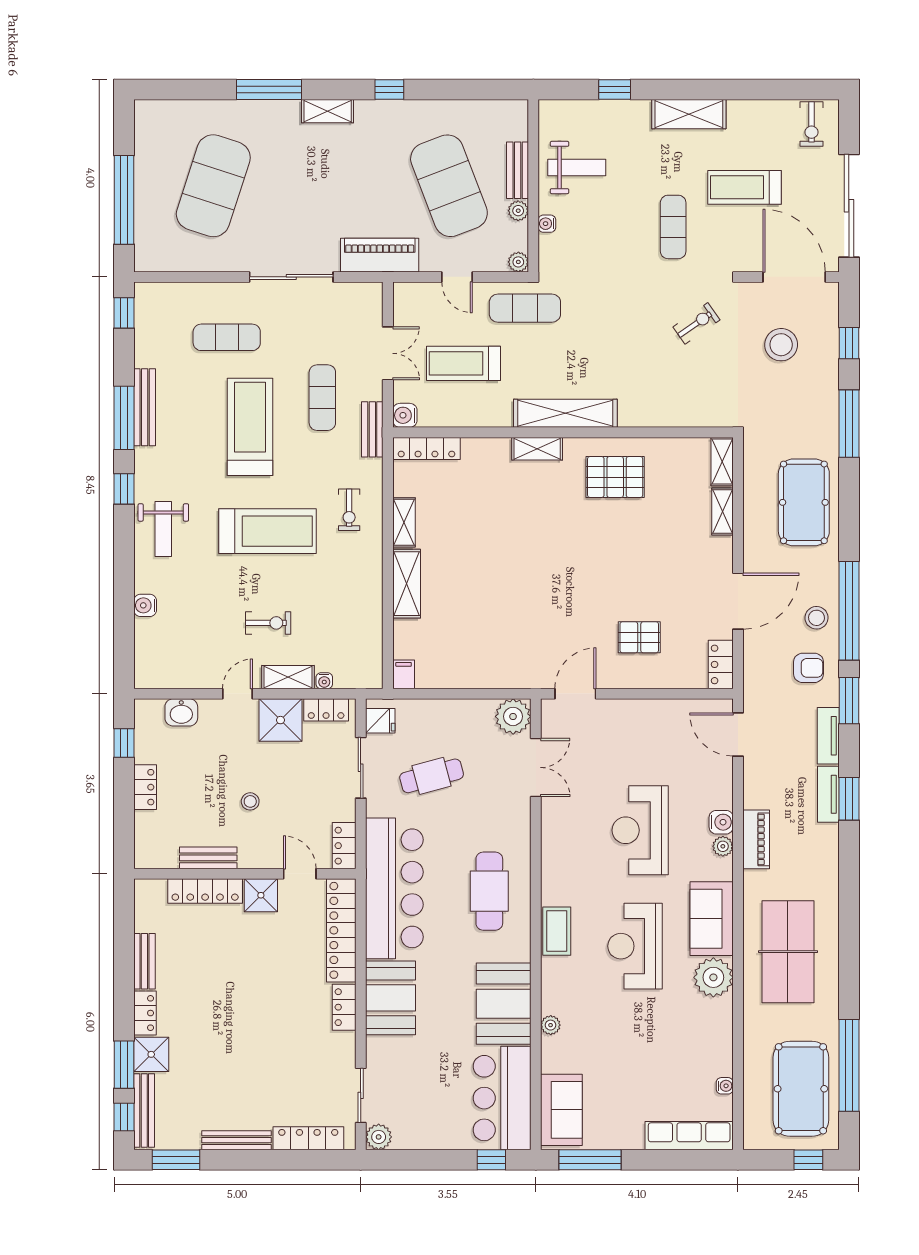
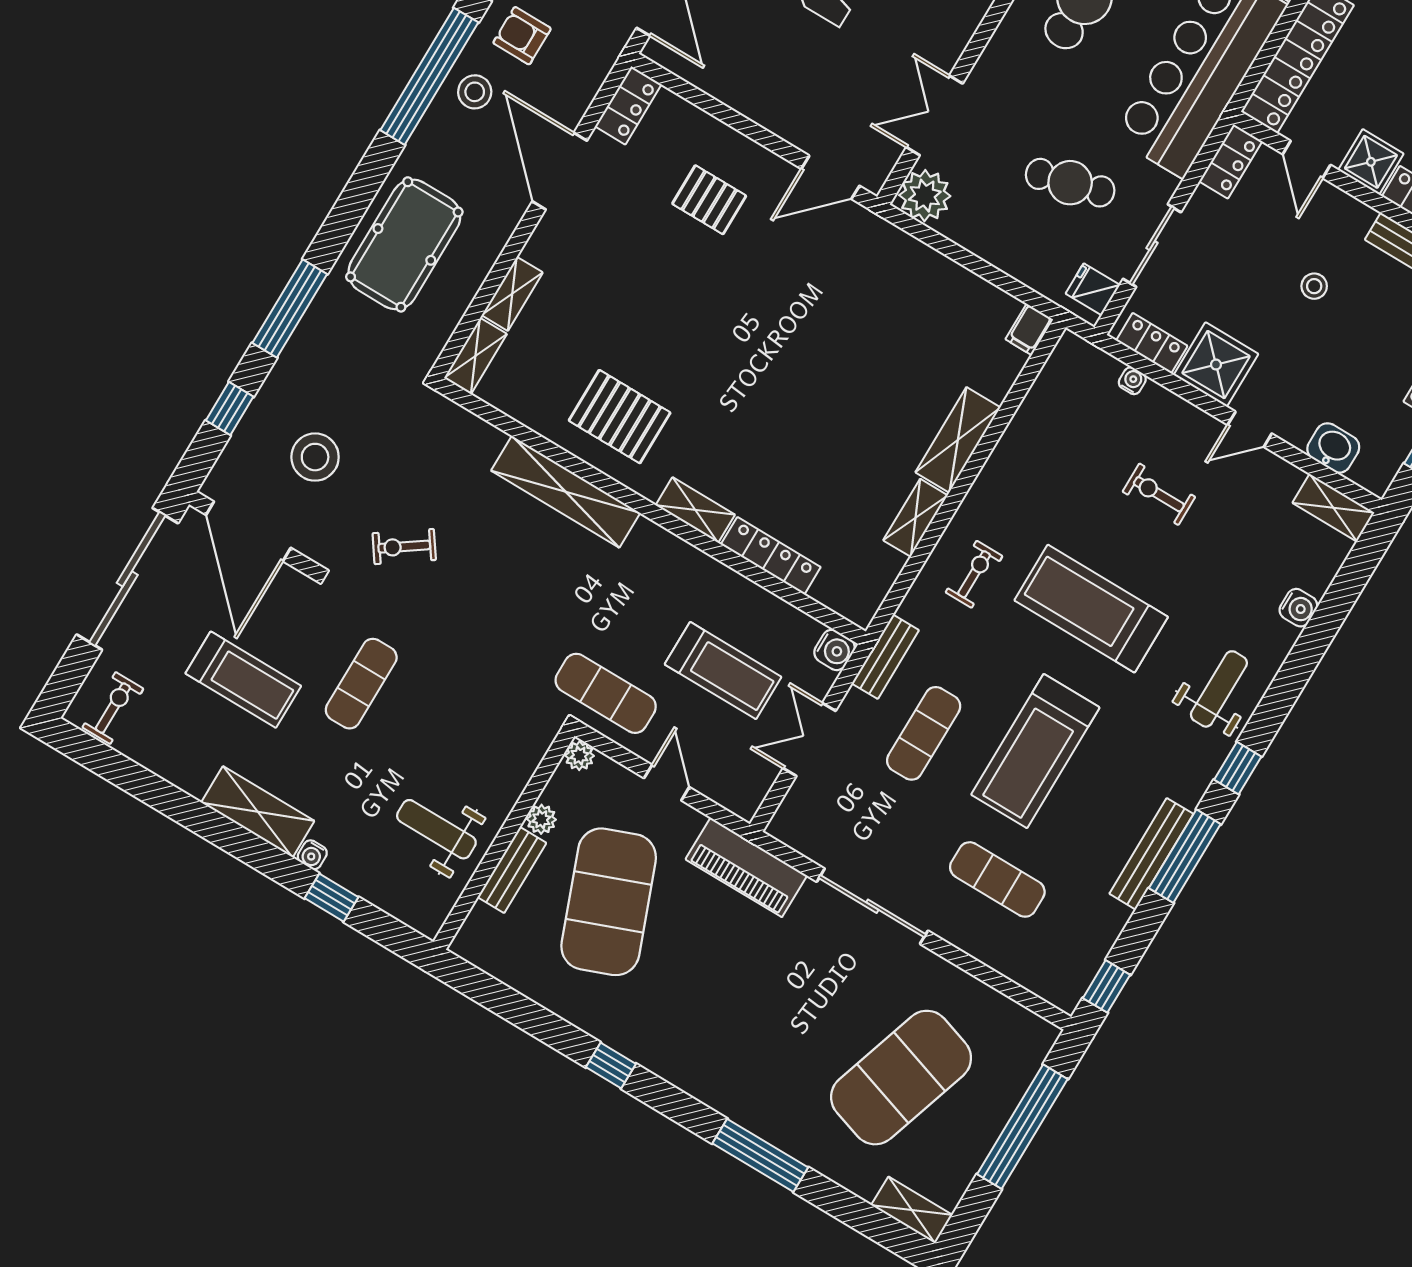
shelving: (328, 111) -> (912, 1210), moved
water cooler: (547, 224) -> (312, 855), moved, turned 90
shelving: (565, 413) -> (566, 492), moved
locker: (426, 448) -> (771, 556), moved
door: (738, 601) -> (560, 171), hinge flipped
shelving: (288, 677) -> (1333, 508), moved

